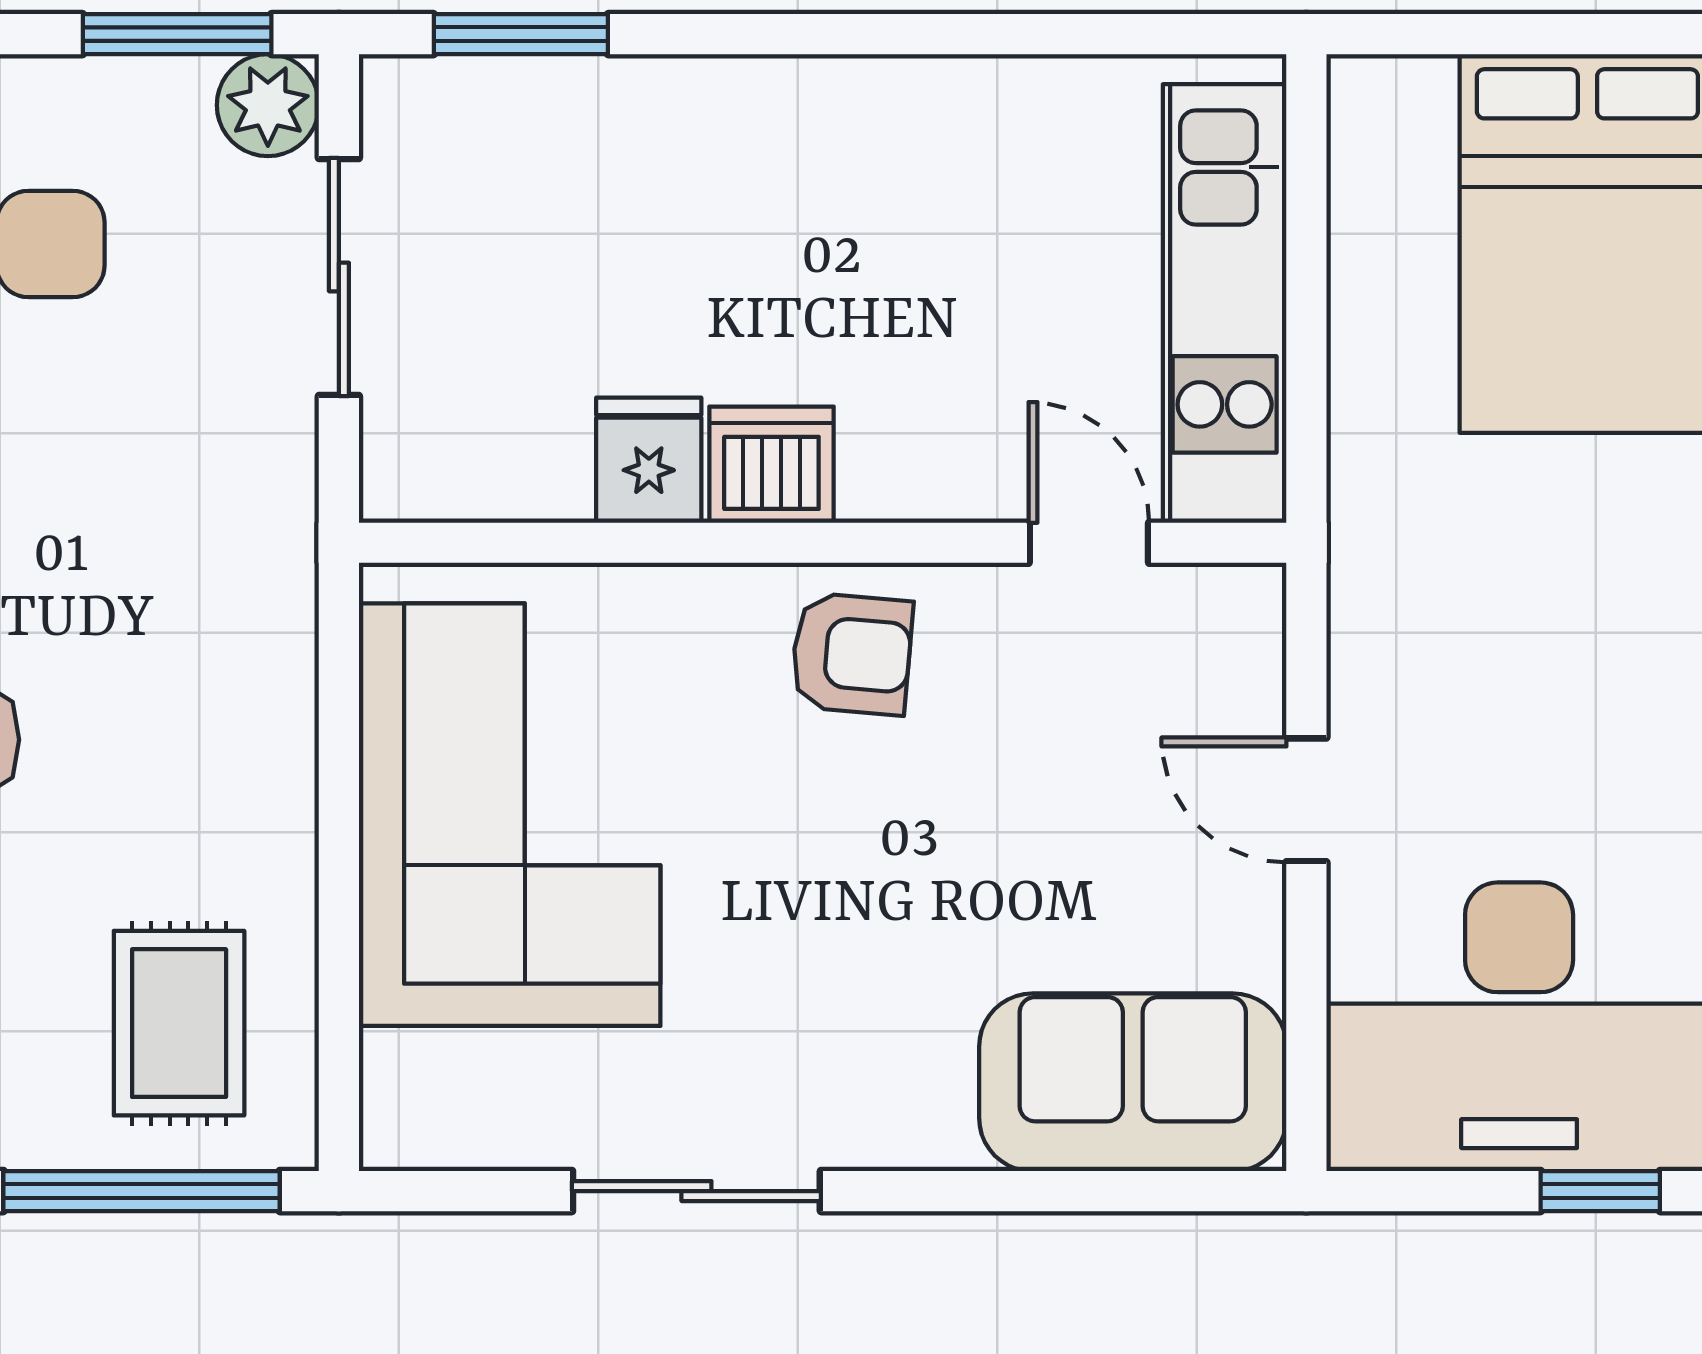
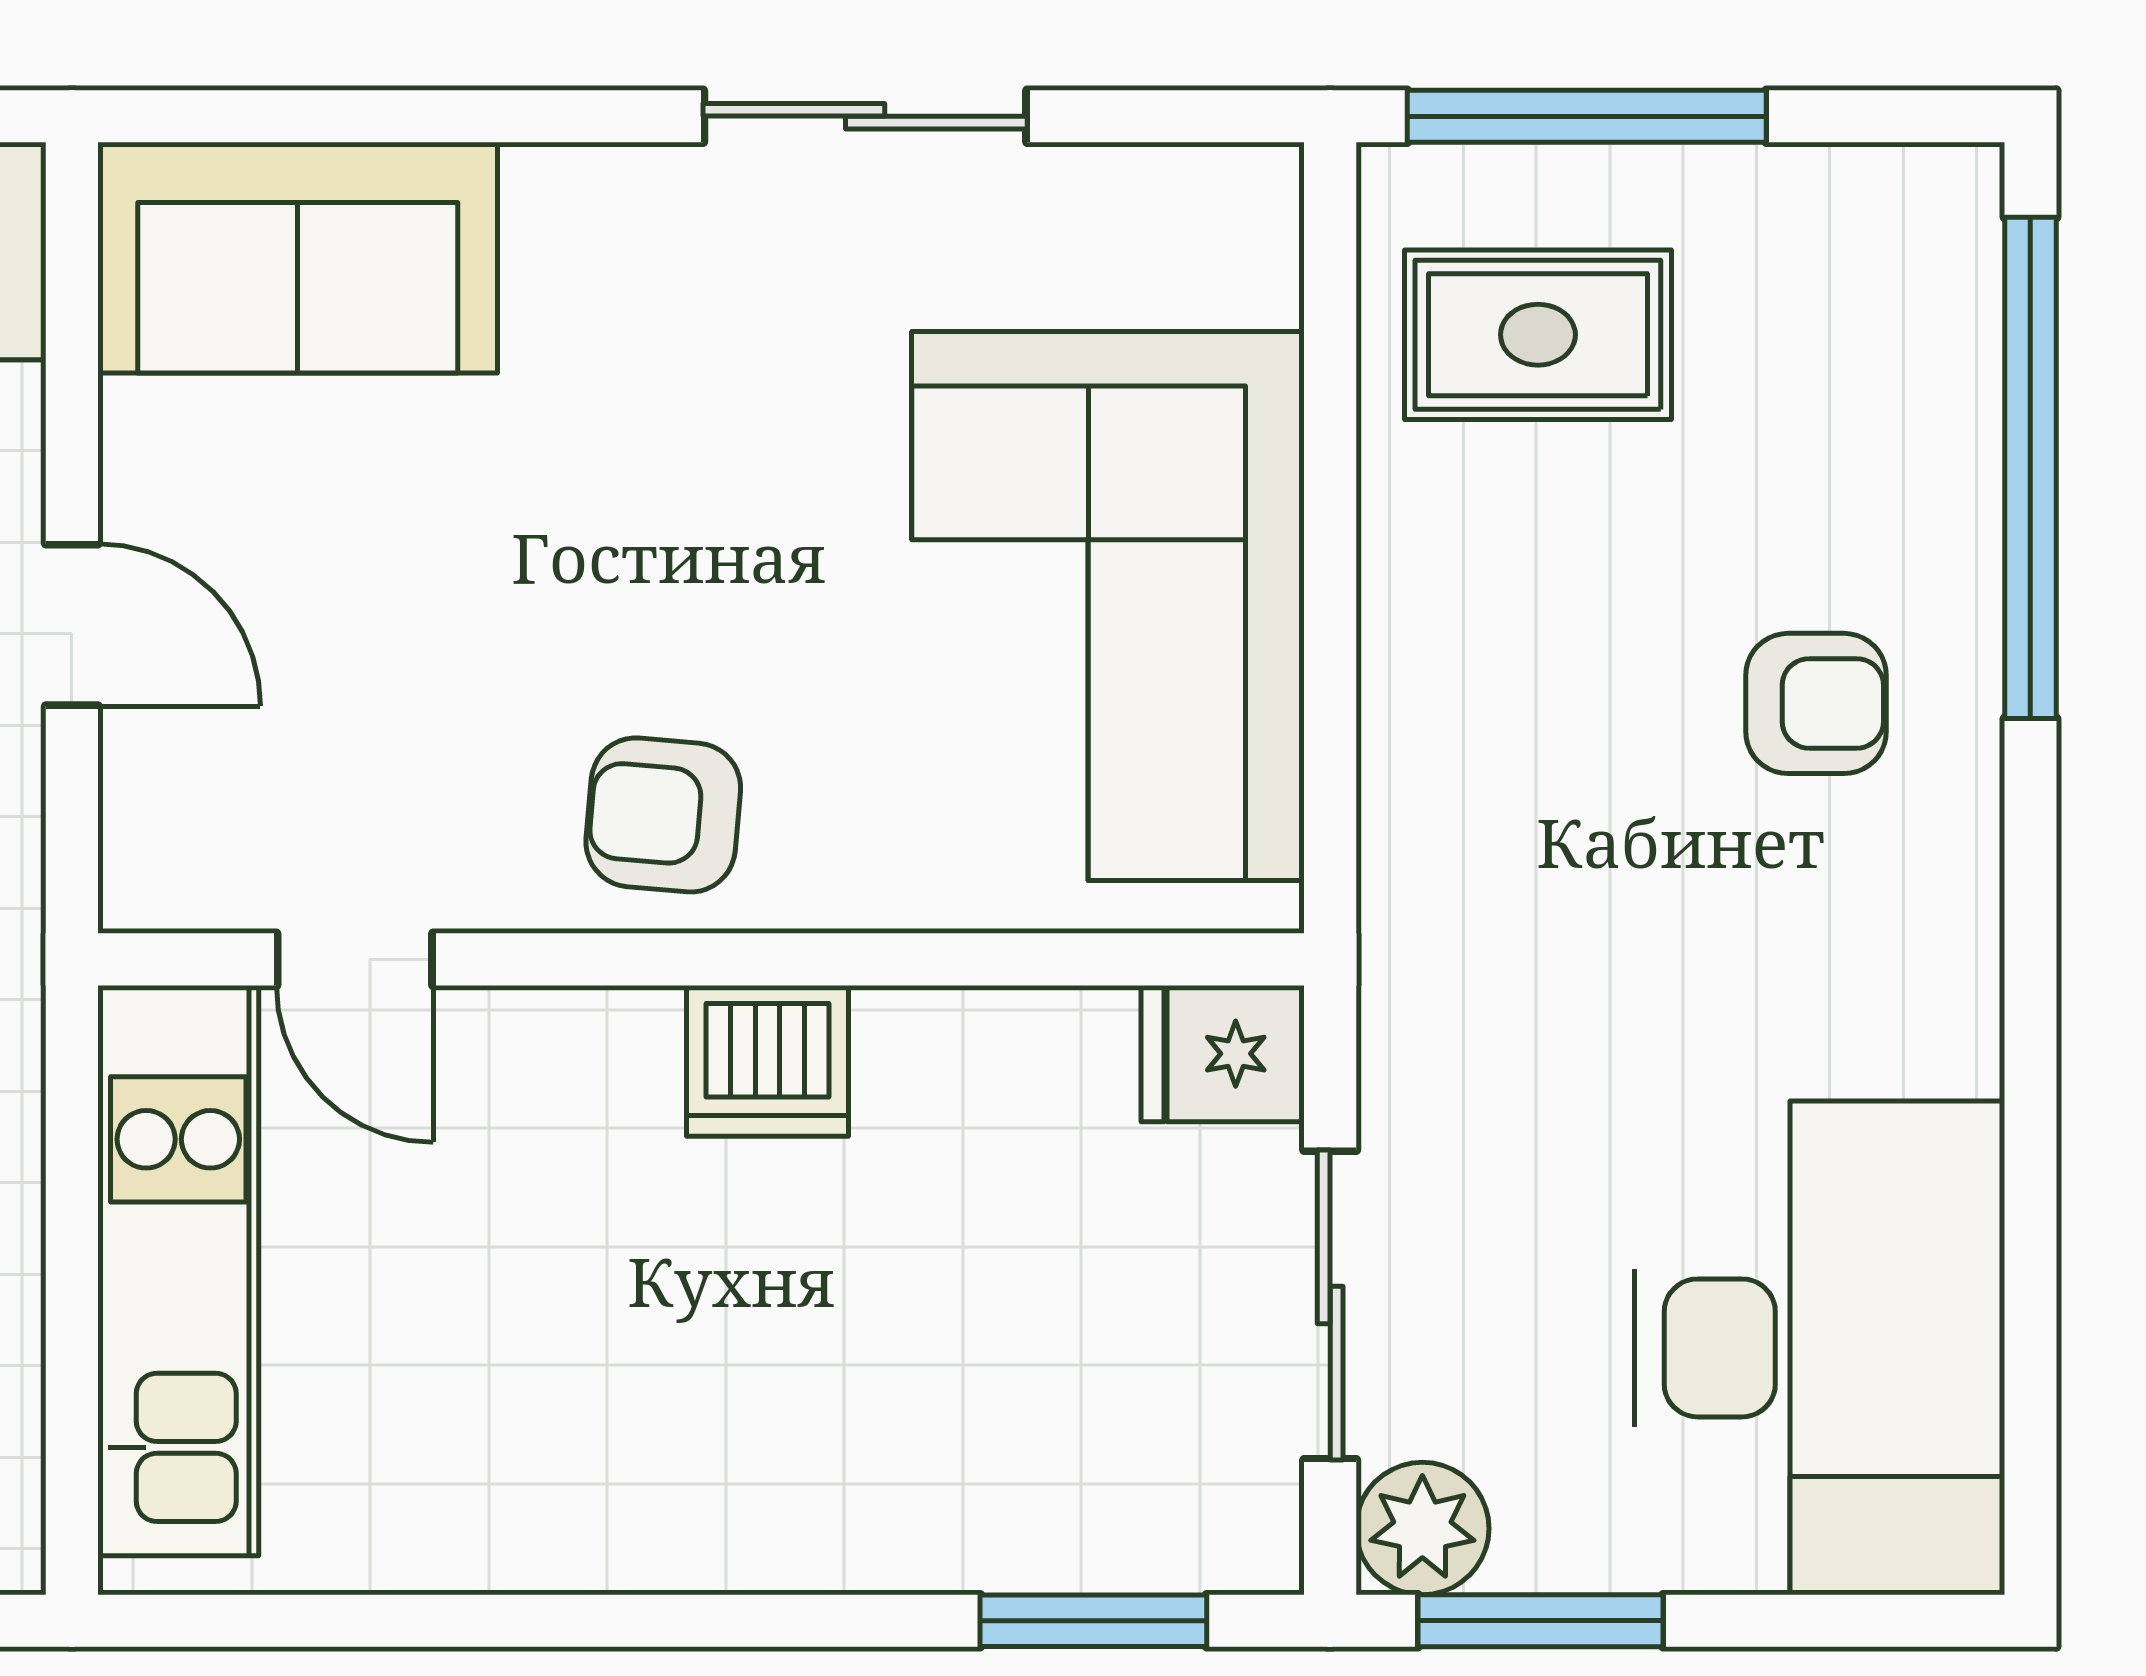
fridge: (649, 460) -> (1223, 1054), moved, turned 90
rug: (179, 1023) -> (1538, 335), turned 90

